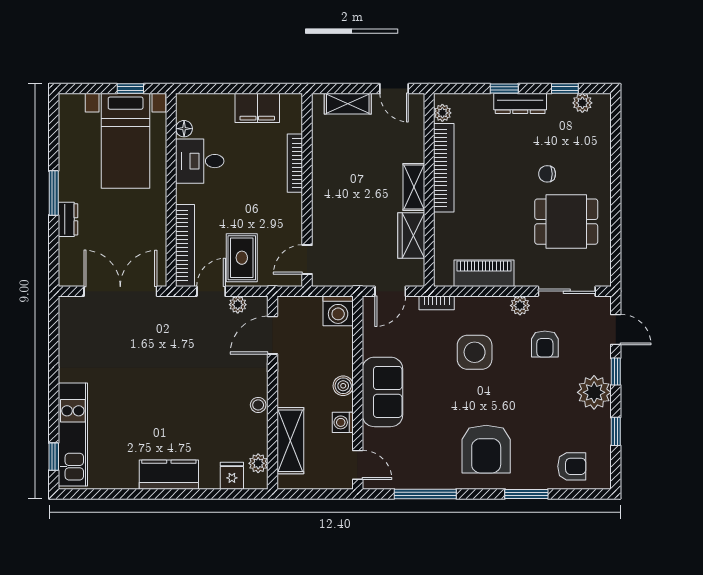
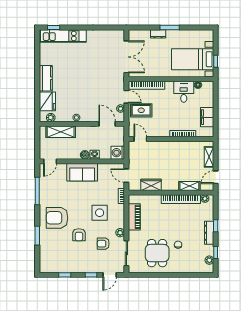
shelving: (414, 187) -> (189, 186), moved
plant: (594, 392) -> (82, 265), removed
washing machine: (343, 422) -> (95, 155), moved
armchair: (572, 466) -> (79, 235), moved
fridge: (232, 476) -> (47, 101), width x1.88, depth x1.34

